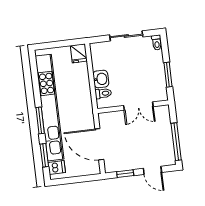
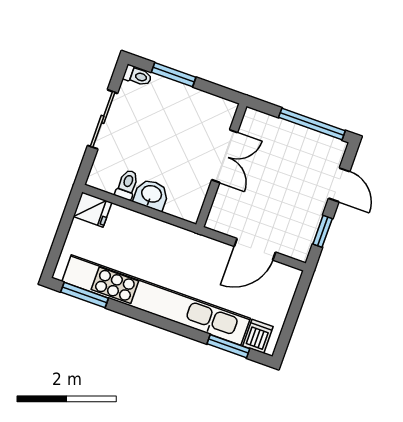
window: (168, 75) -> (174, 75), moved
toilet: (103, 93) -> (127, 185), moved
window: (40, 120) -> (85, 295), moved
door: (99, 144) -> (255, 249), width x0.73
door: (152, 170) -> (339, 185), hinge flipped

